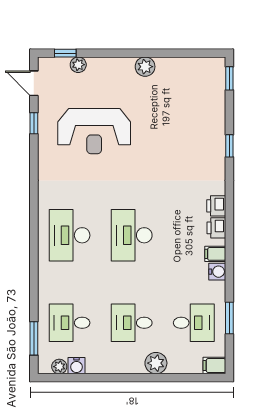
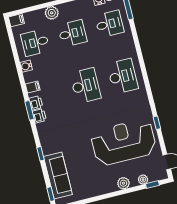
plant: (145, 67) -> (123, 183), moved
sofa: (210, 105) -> (58, 176), added
window: (34, 123) -> (157, 123), moved
reception desk: (94, 131) -> (123, 142), width x1.36, depth x1.30
water cooler: (217, 272) -> (26, 66), moved
window: (229, 318) -> (30, 110), moved

